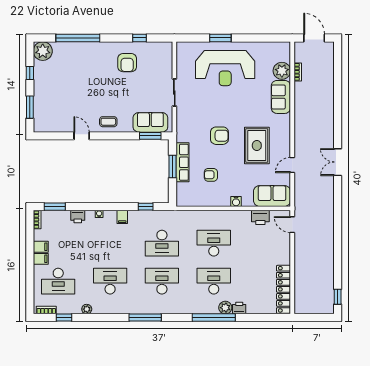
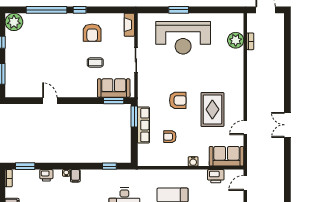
window: (139, 38) -> (80, 10), moved
fireplace: (167, 54) -> (129, 25), added
sofa: (281, 97) -> (235, 64), removed
coffee table: (108, 122) -> (95, 63), moved
window: (173, 166) -> (134, 117), moved
filing cabinet: (122, 217) -> (75, 176), moved
door: (292, 225) -> (245, 183), hinge flipped

